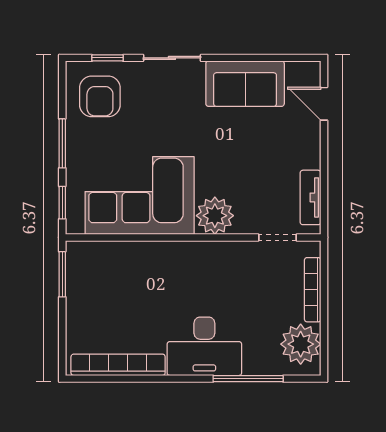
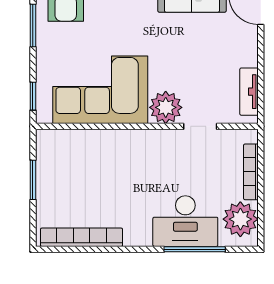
window: (62, 143) -> (33, 25), moved
doorway: (278, 237) -> (200, 126), moved
window: (62, 274) -> (33, 180), moved
desk: (204, 346) -> (185, 221), moved

